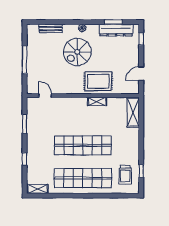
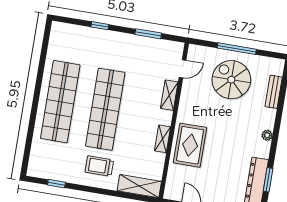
spiral stairs: (77, 52) -> (231, 80), moved
trolley: (125, 175) -> (99, 166), moved
shelving: (38, 189) -> (169, 95), moved

